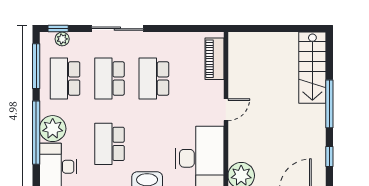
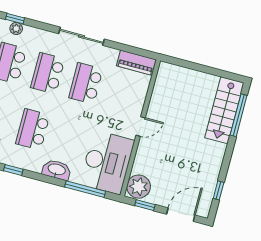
sliding door: (117, 29) -> (82, 36), moved
piano: (215, 59) -> (136, 63), moved, turned -90
window: (329, 104) -> (239, 115), moved

